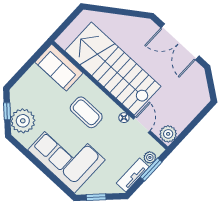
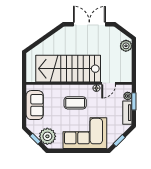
double door: (180, 42) -> (89, 24), swing flipped
sofa: (59, 68) -> (35, 105), moved, turned -90
door: (142, 125) -> (109, 83), swing flipped
plant: (168, 134) -> (126, 46), moved

